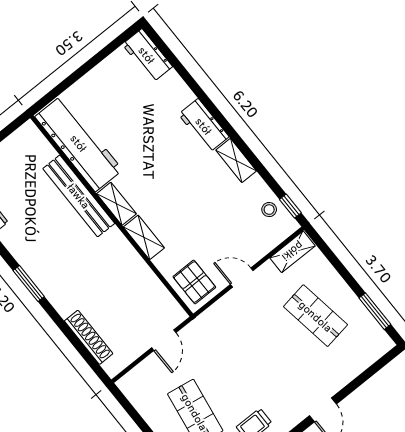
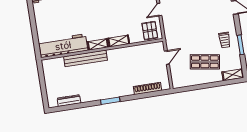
pallet: (194, 282) -> (150, 31), turned 90
door: (164, 340) -> (167, 58), hinge flipped

